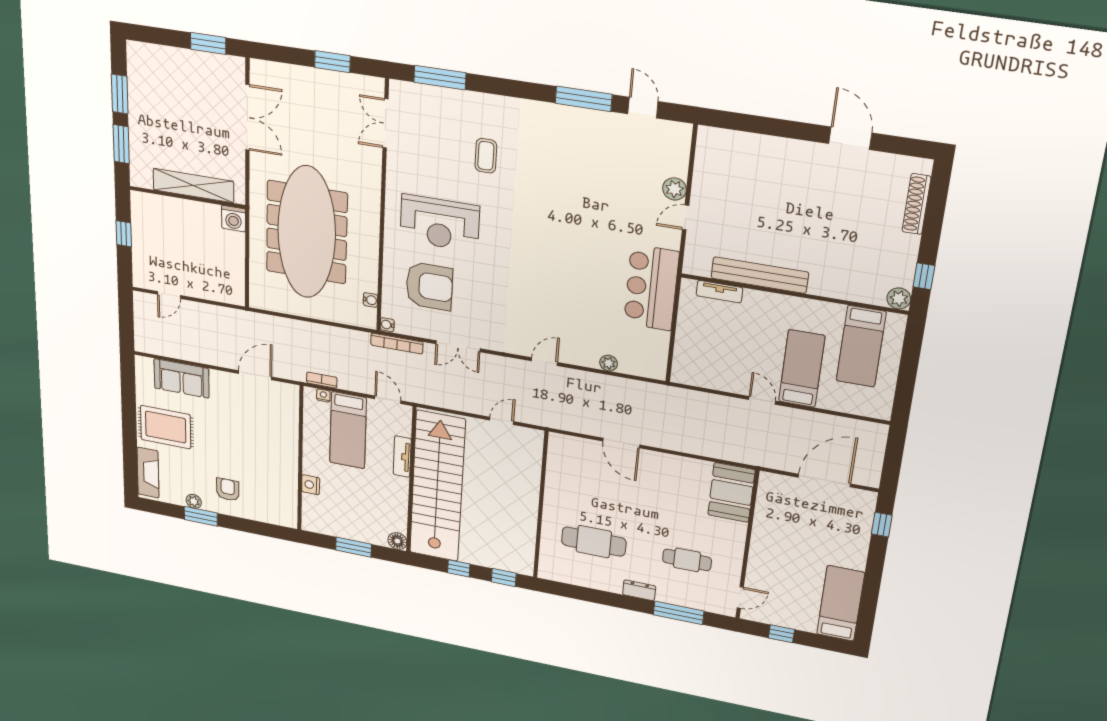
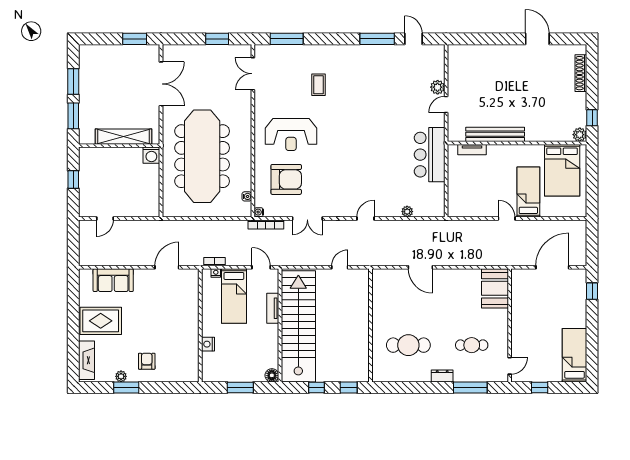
bed: (861, 346) -> (562, 170), width x1.50

